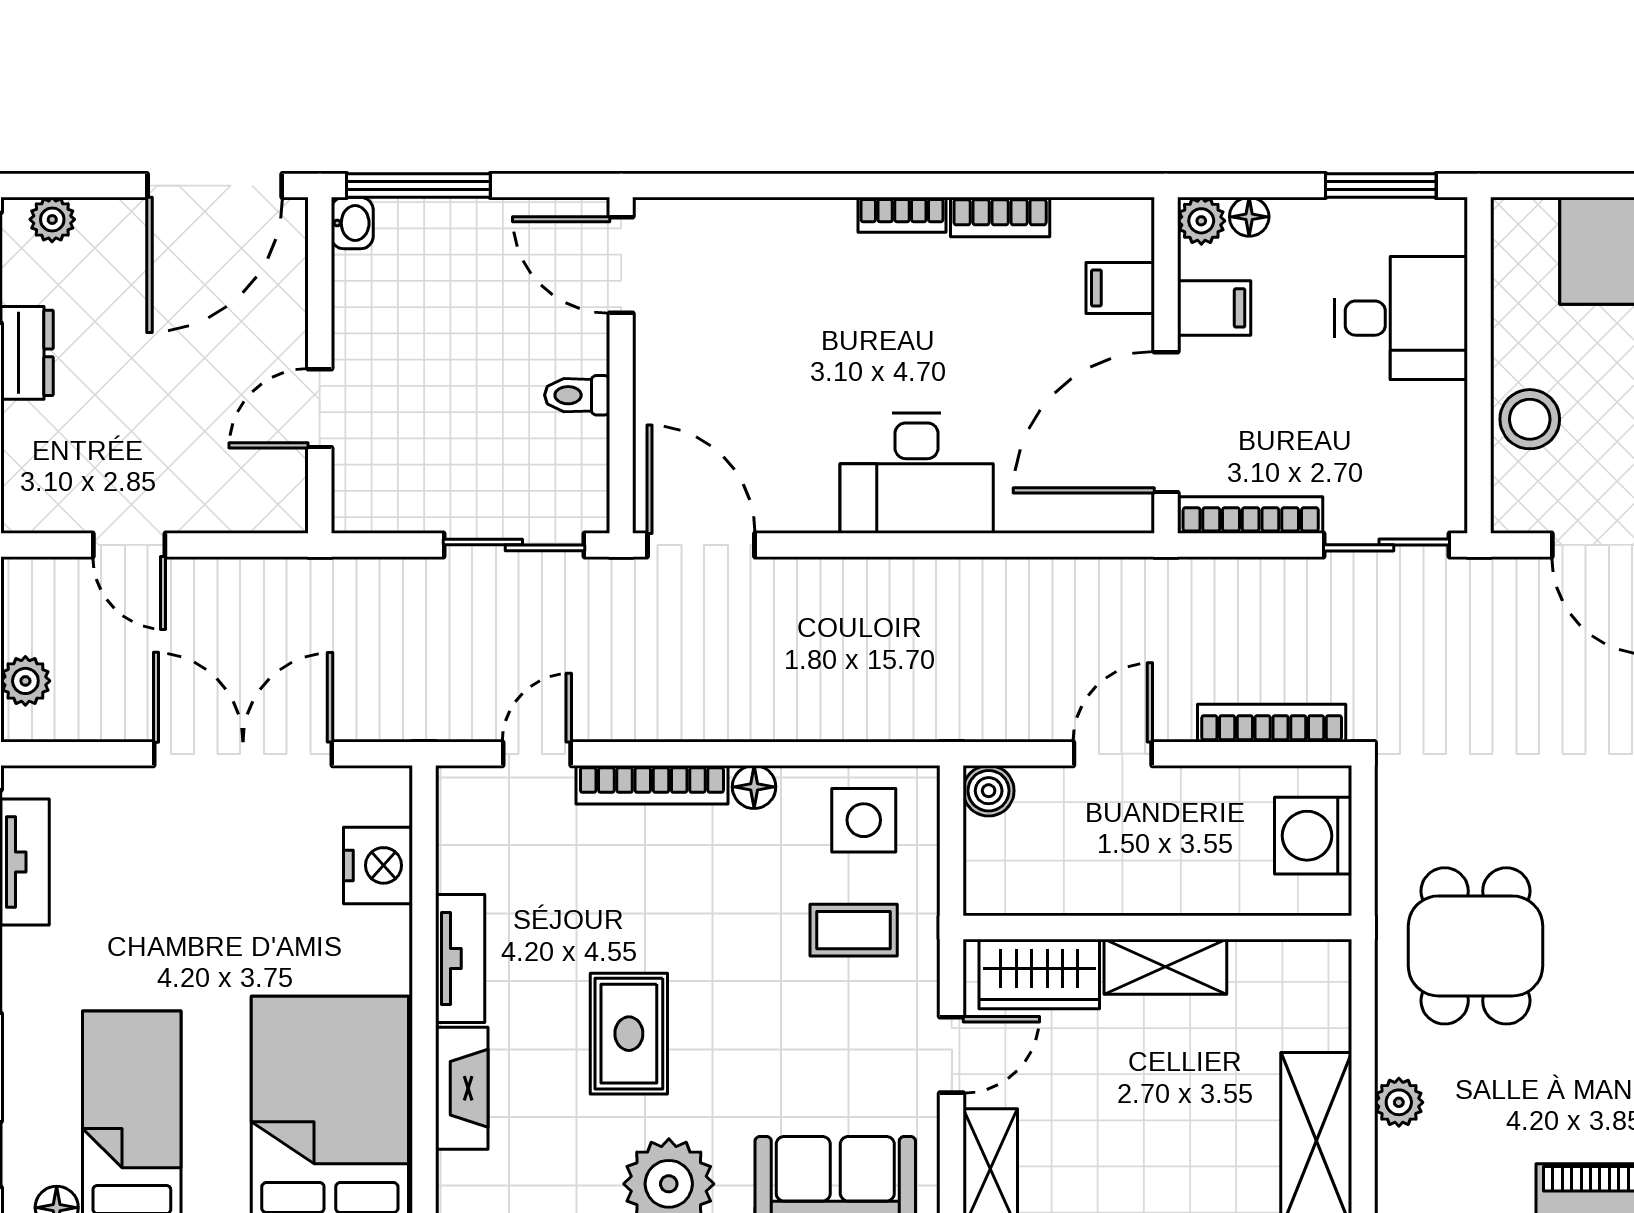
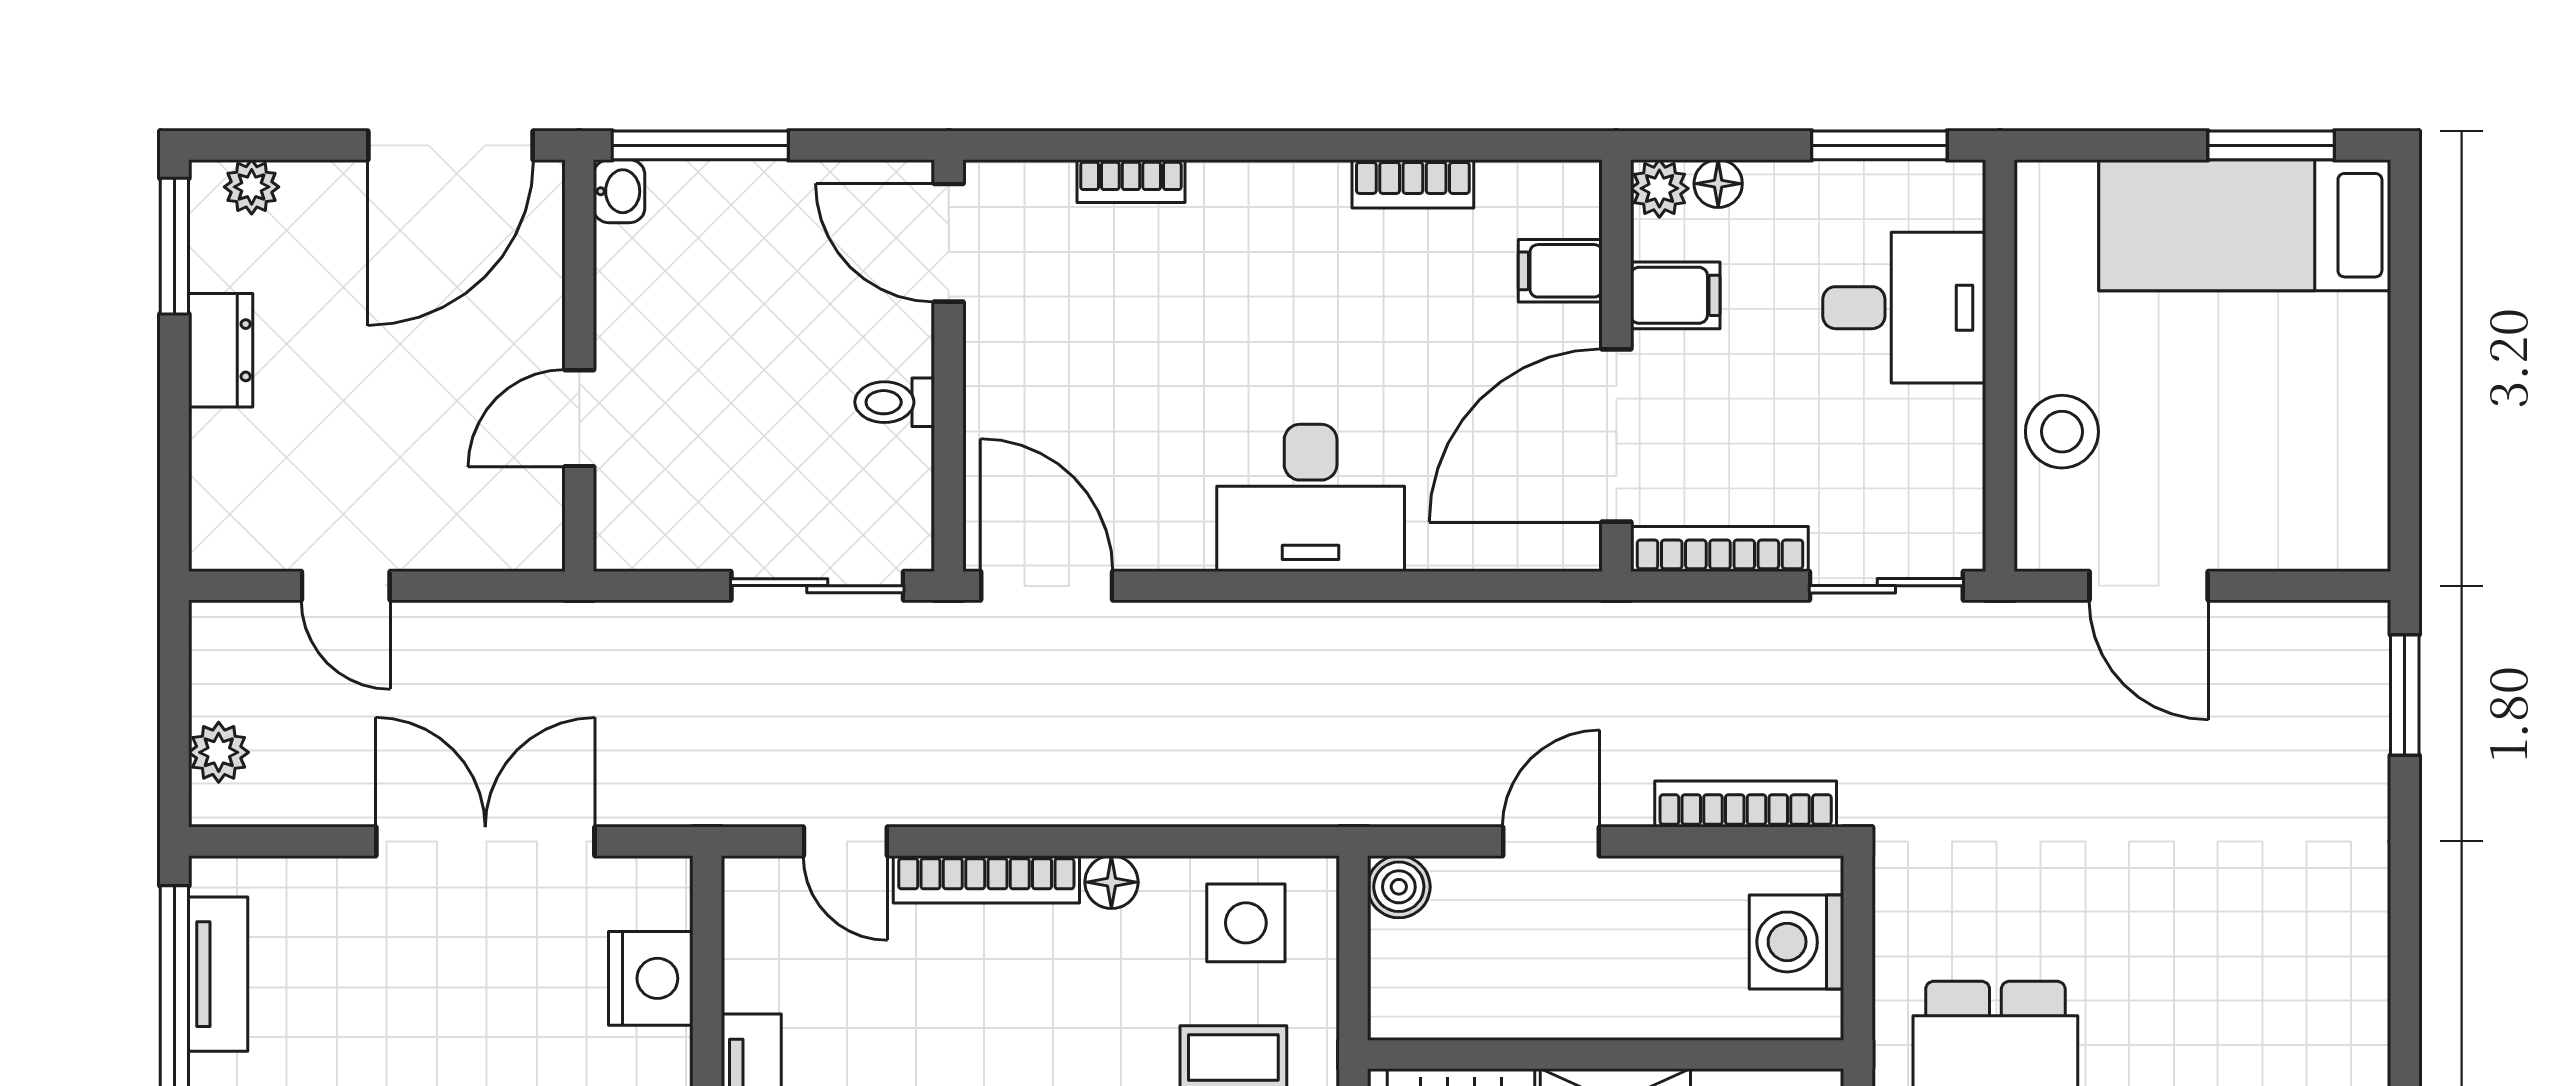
bookcase: (902, 215) -> (1131, 181), moved
door: (537, 754) -> (845, 841), swing flipped

